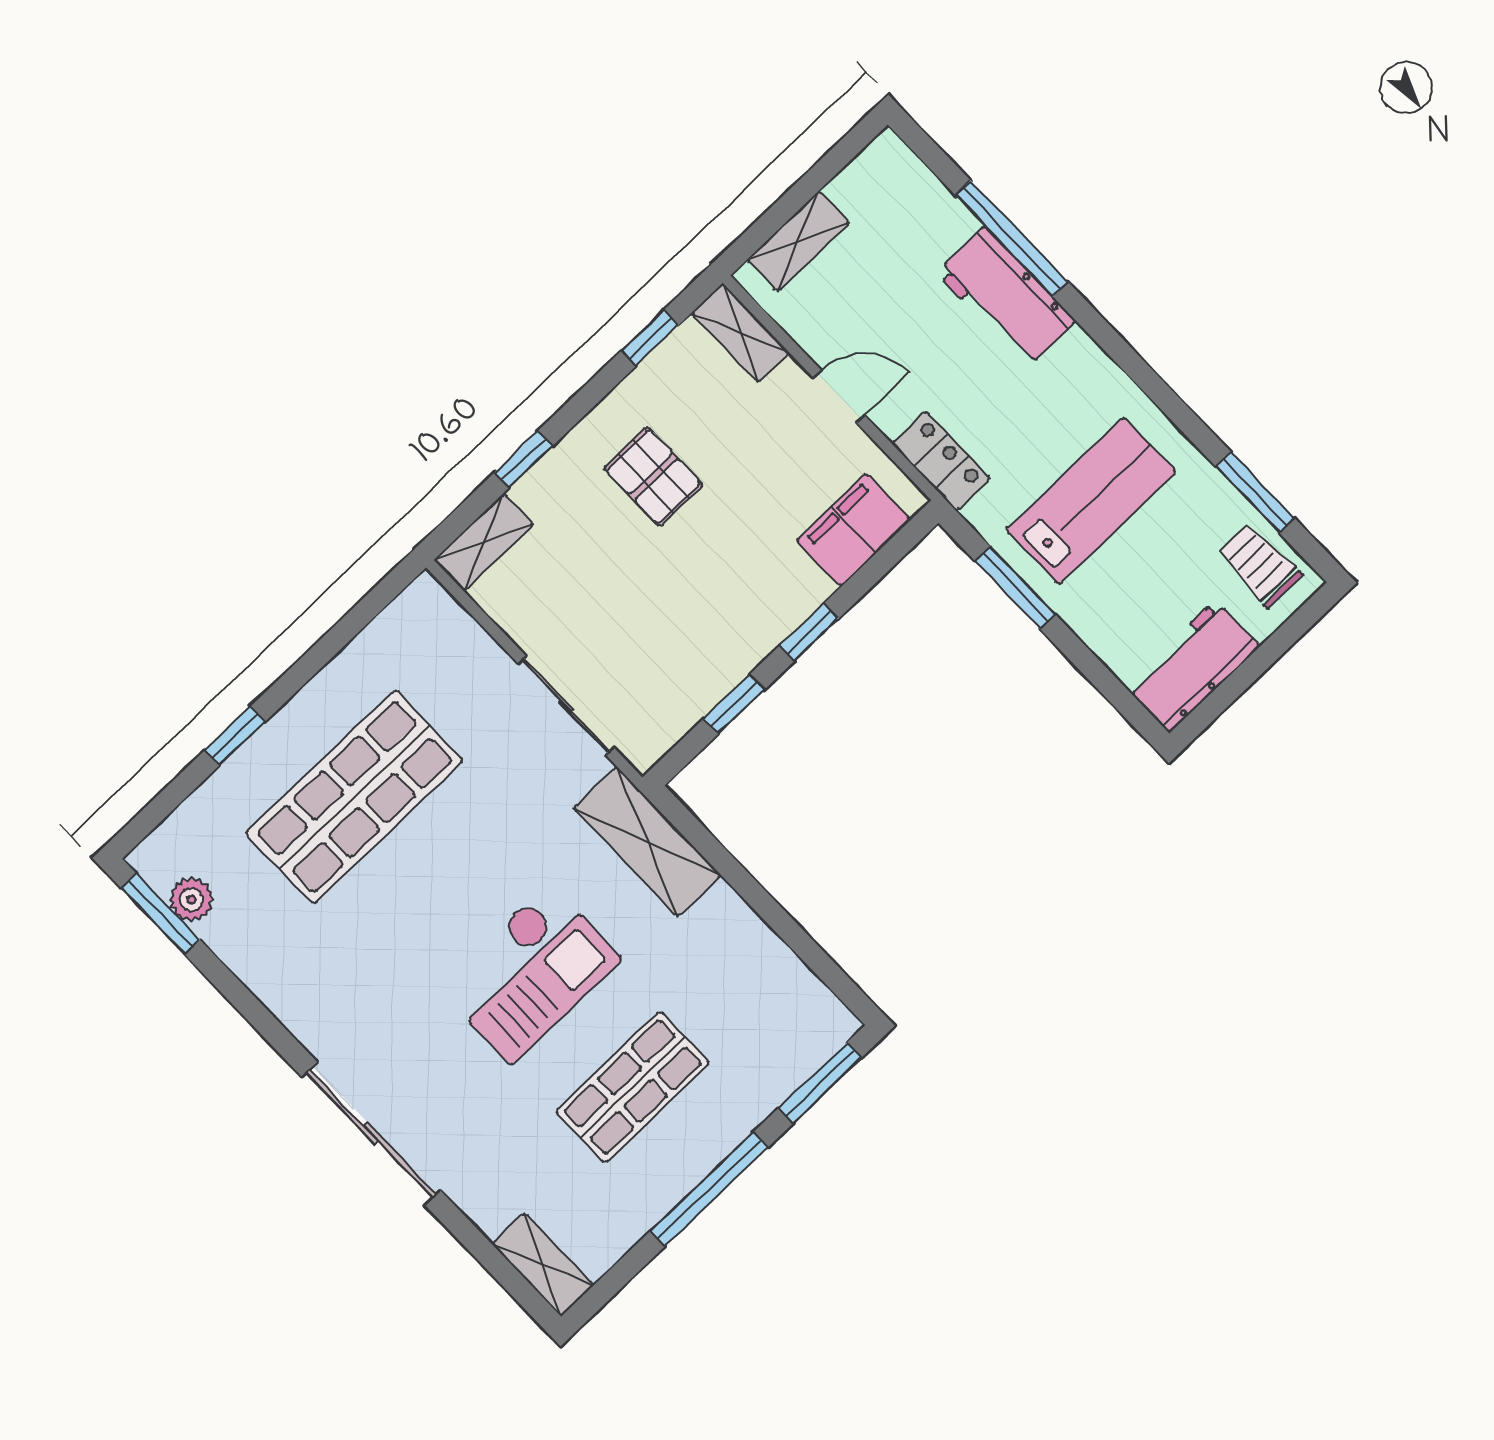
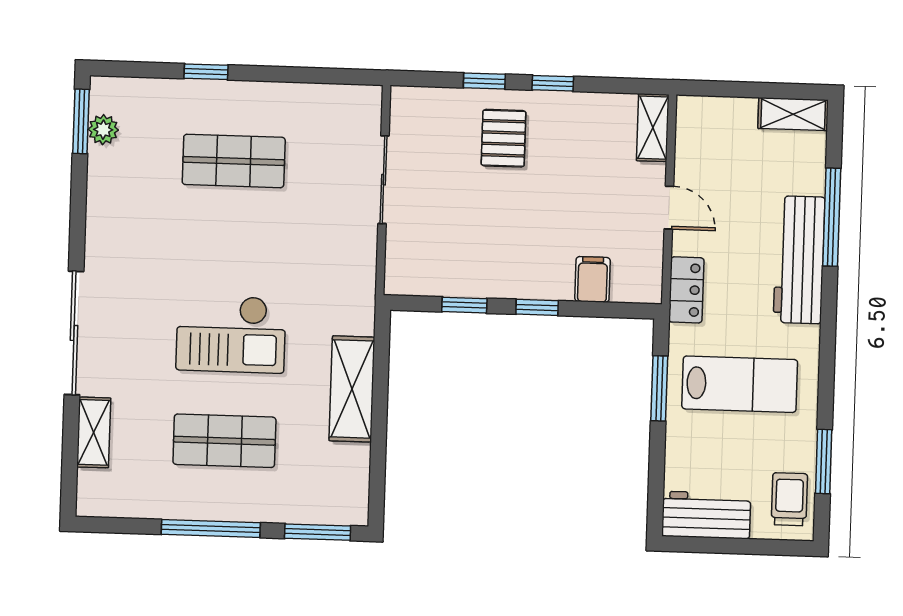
shelving: (798, 241) -> (793, 114), moved
workbench: (1006, 297) -> (799, 260), width x1.38
window: (650, 338) -> (553, 83), moved
pallet: (654, 477) -> (504, 138), moved
filing cabinet: (854, 530) -> (593, 279), width x0.50
shelving: (484, 542) -> (424, 101), removed
sliding door: (566, 705) -> (384, 180), moved
shop shelf: (354, 797) -> (234, 161), width x0.70, depth x0.74
shelving: (647, 841) -> (352, 389), moved
shelving: (543, 1265) -> (94, 432), moved

